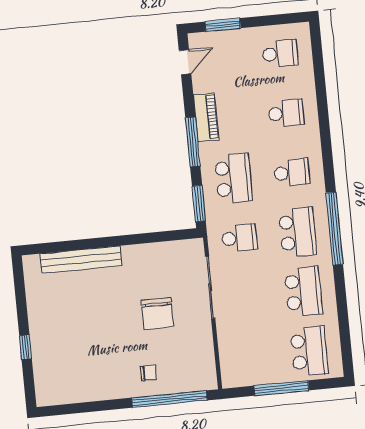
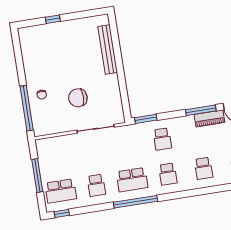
piano: (206, 117) -> (209, 118), moved
window: (193, 142) -> (201, 110), moved
school desk: (233, 178) -> (162, 139), width x0.54
school desk: (239, 238) -> (127, 145), removed
school desk: (303, 292) -> (96, 185), width x0.54
window: (346, 351) -> (62, 213), added

